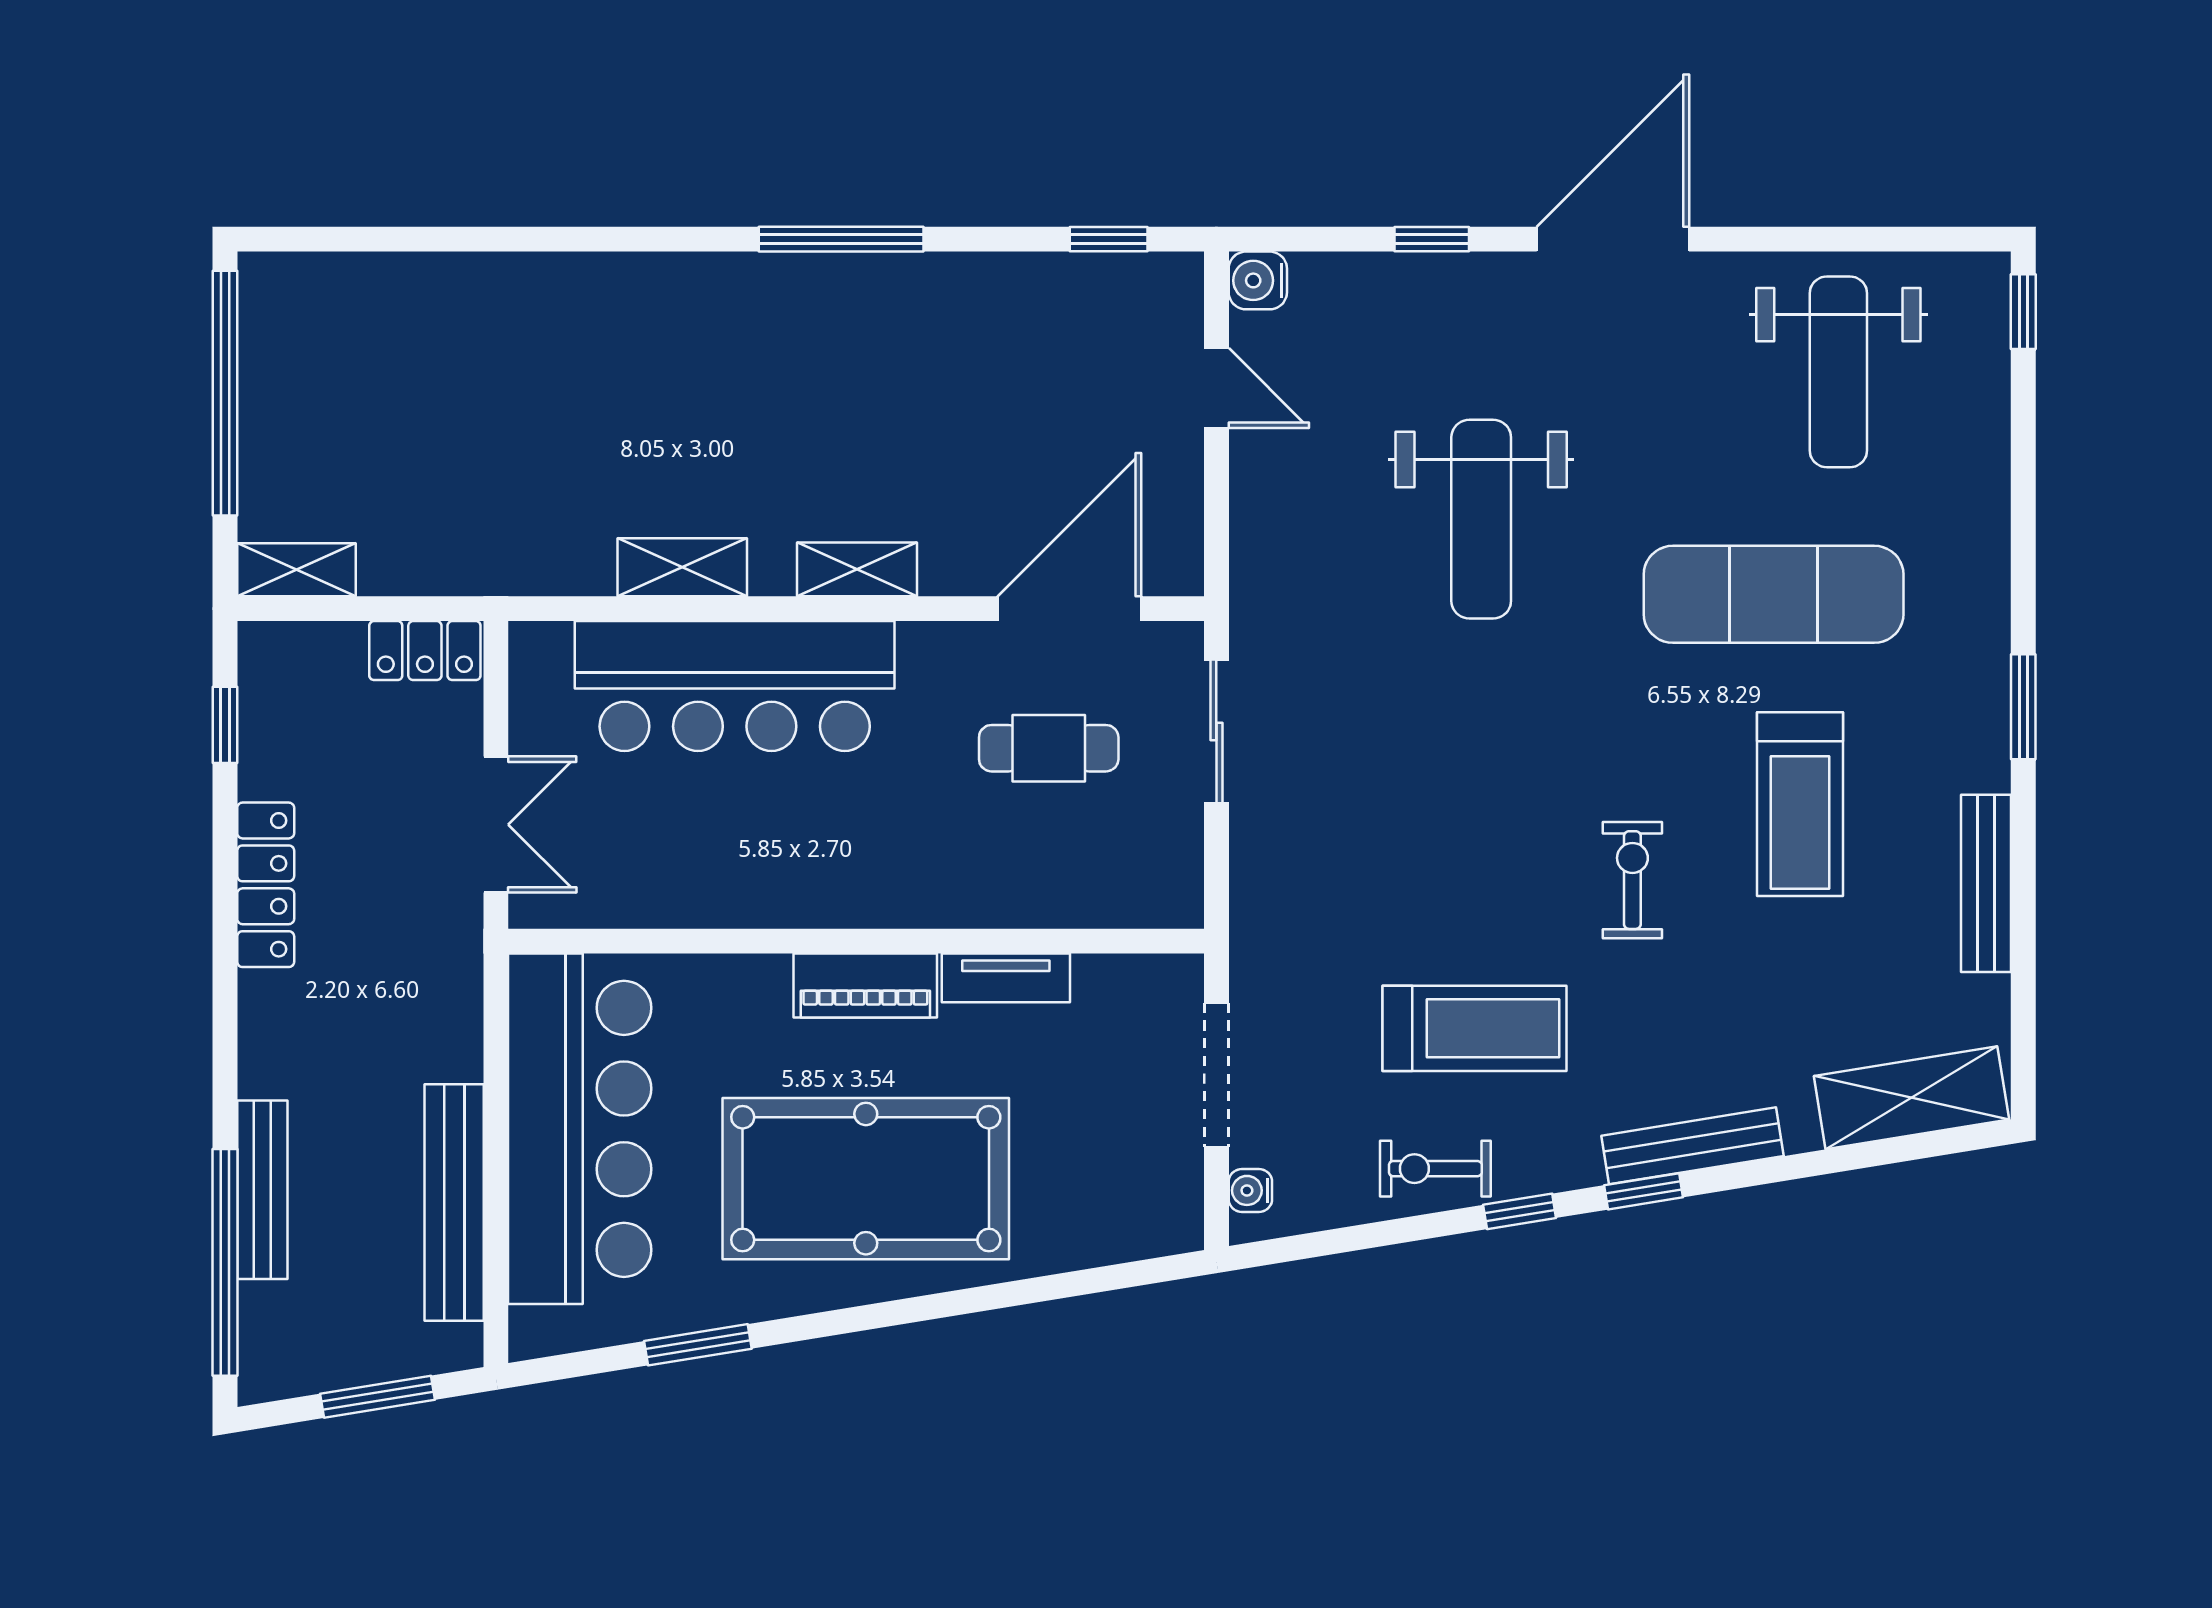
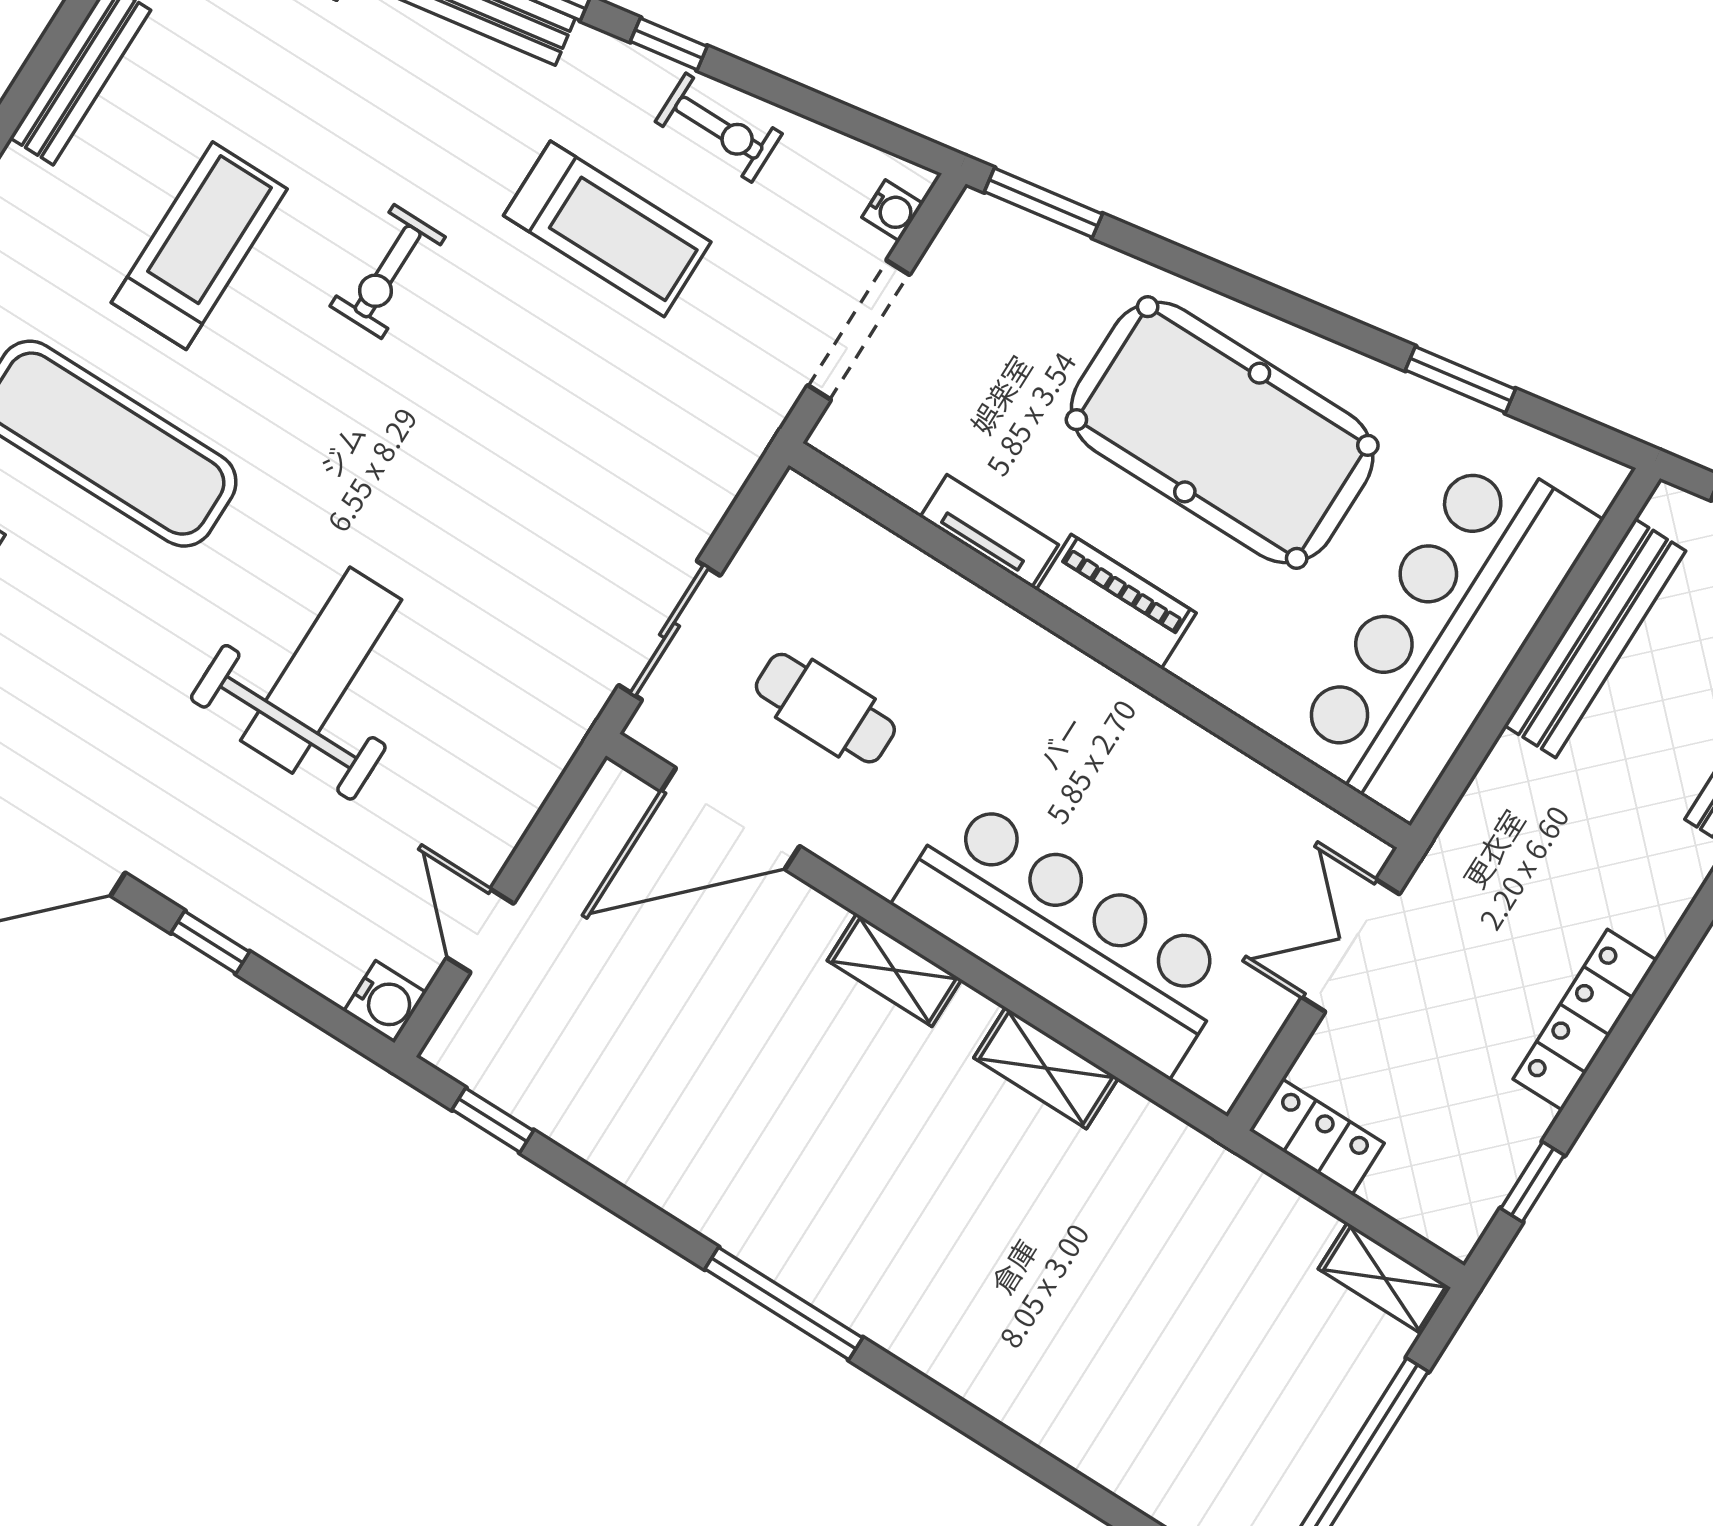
window: (841, 239) -> (784, 1303), moved
treadmill: (1475, 1028) -> (607, 229), turned 180
window: (1131, 1275) -> (1043, 203), added

